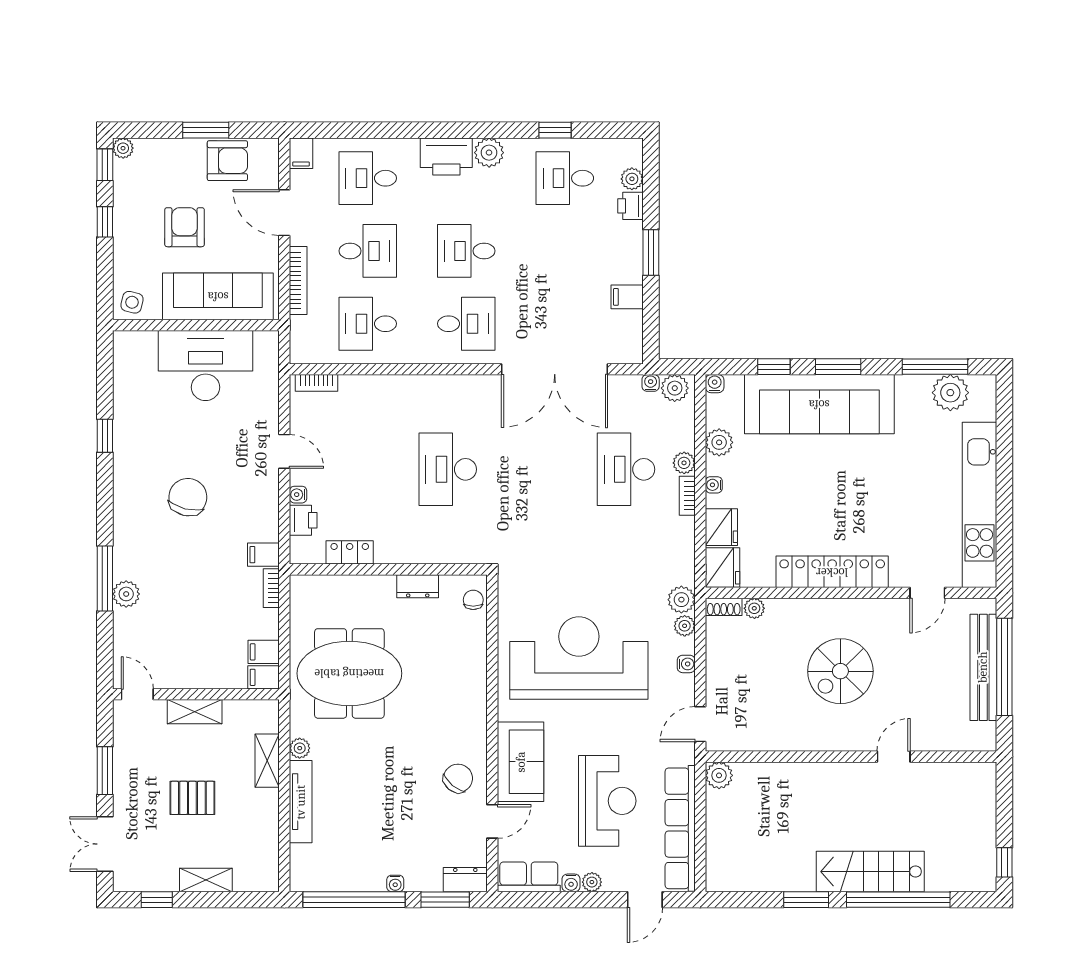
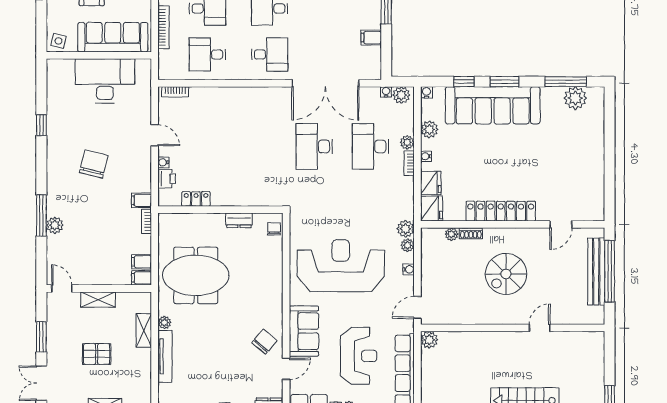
desk: (448, 469) -> (314, 146), moved
kitchen unit: (980, 505) -> (594, 169), removed
shoe rack: (724, 607) -> (471, 233), moved

